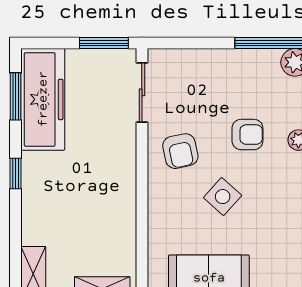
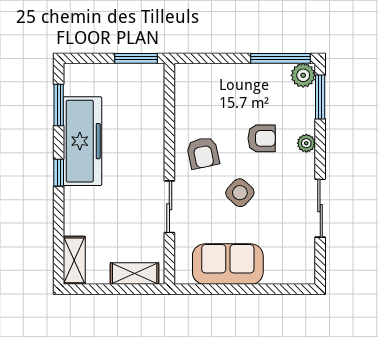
sliding door: (142, 92) -> (169, 207), moved
freezer: (43, 99) -> (82, 141), moved

